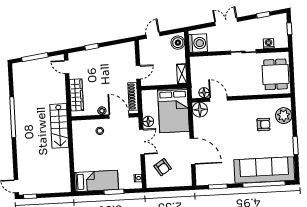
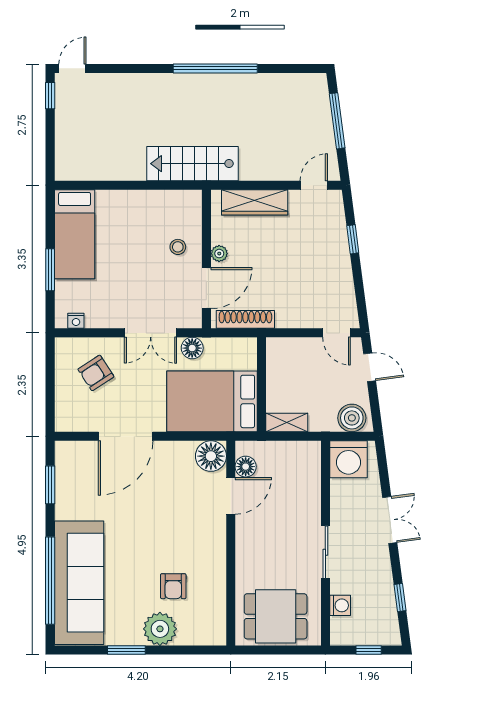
door: (138, 72) -> (337, 333), moved
plant: (284, 116) -> (160, 629), moved

